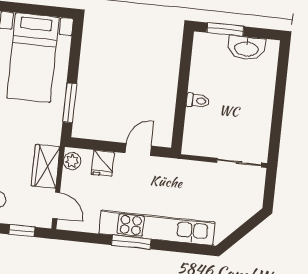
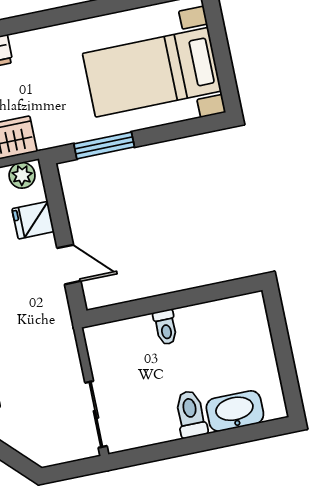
window: (225, 29) -> (279, 334), removed
washbasin: (246, 48) -> (235, 411), moved, turned 90
toilet: (258, 102) -> (191, 414), added

